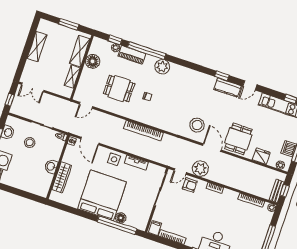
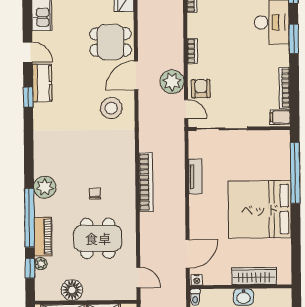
dining table: (119, 89) -> (98, 238), width x1.38
side table: (114, 159) -> (202, 210), removed
floor lamp: (121, 218) -> (283, 171), removed

